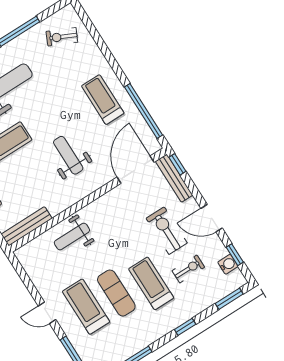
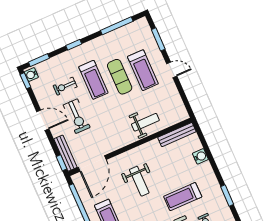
window: (235, 255) -> (25, 81), moved
water cooler: (228, 264) -> (31, 75), moved

